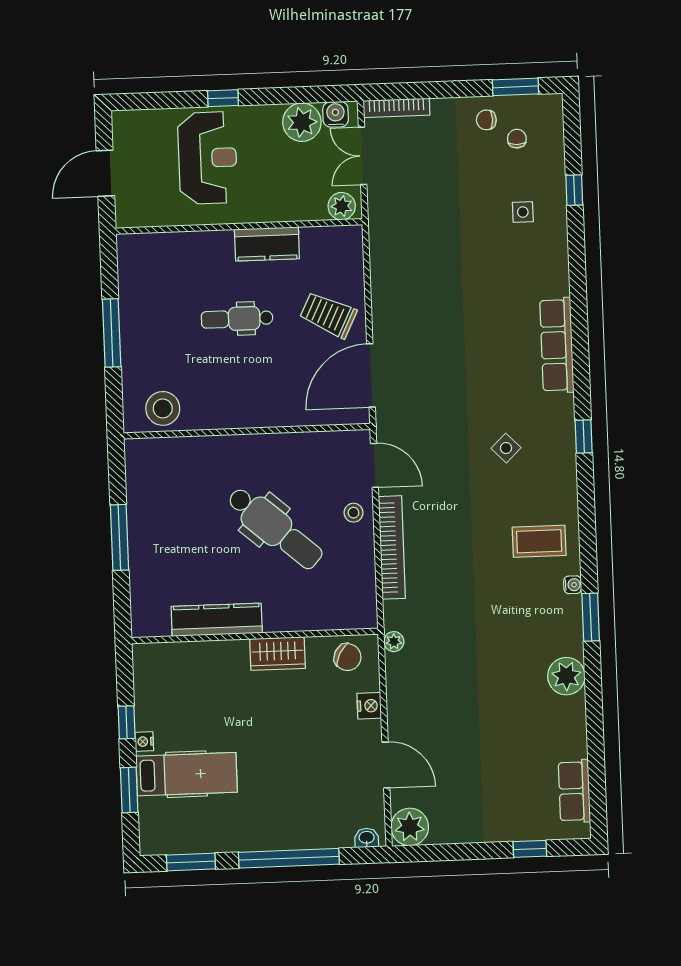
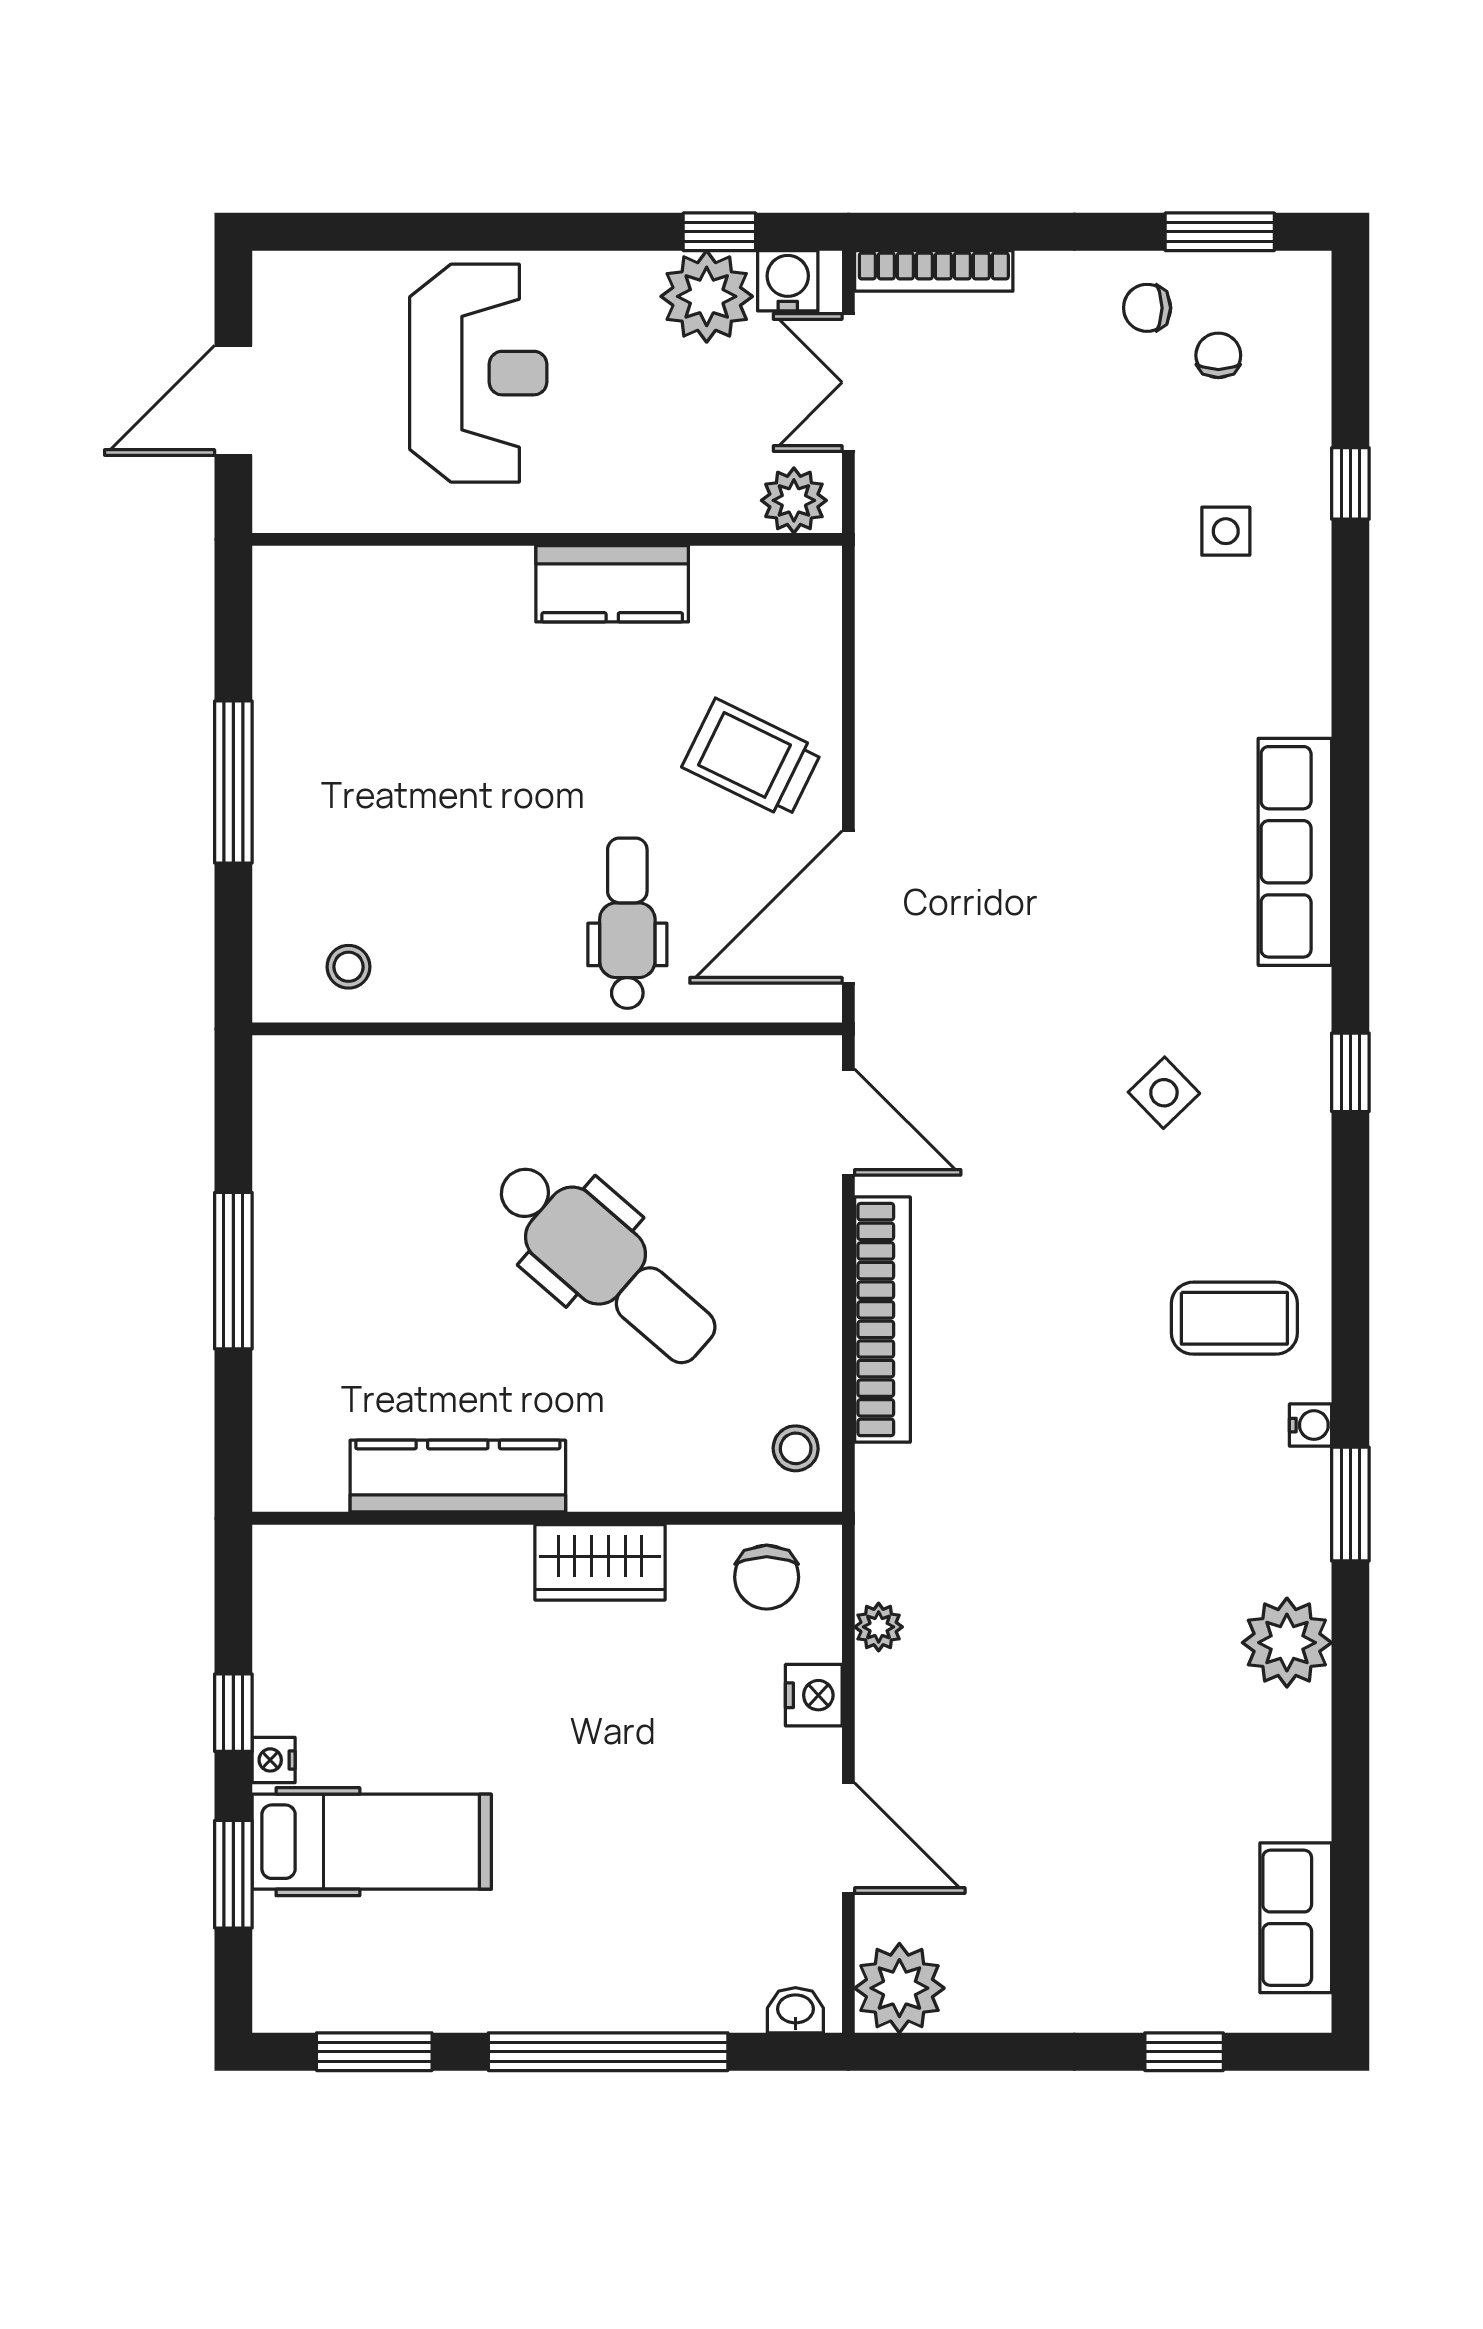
window: (223, 98) -> (719, 232), moved
dental chair: (237, 319) -> (627, 923), moved, turned 90
stool: (163, 408) -> (348, 967), width x0.53, depth x0.53
stool: (353, 513) -> (796, 1448), moved
plant: (394, 642) -> (879, 1627), moved
chair: (348, 657) -> (767, 1577), turned 62

